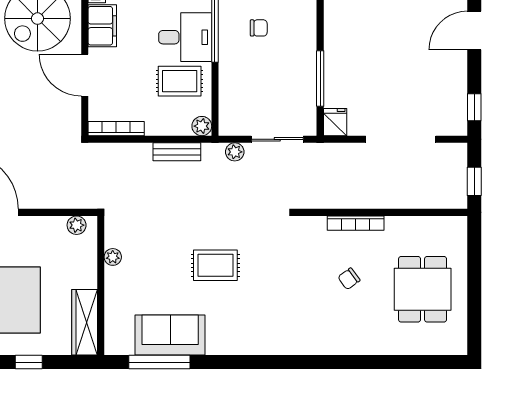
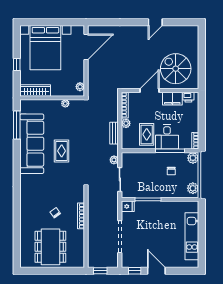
door: (474, 31) -> (156, 271), moved
plant: (202, 126) -> (126, 123), moved
dining table: (423, 289) -> (50, 247), width x1.38
sofa: (170, 335) -> (32, 144), width x1.85, depth x1.27

